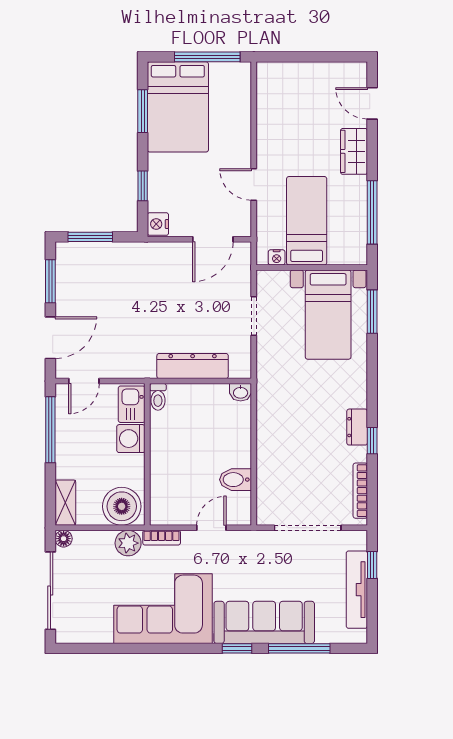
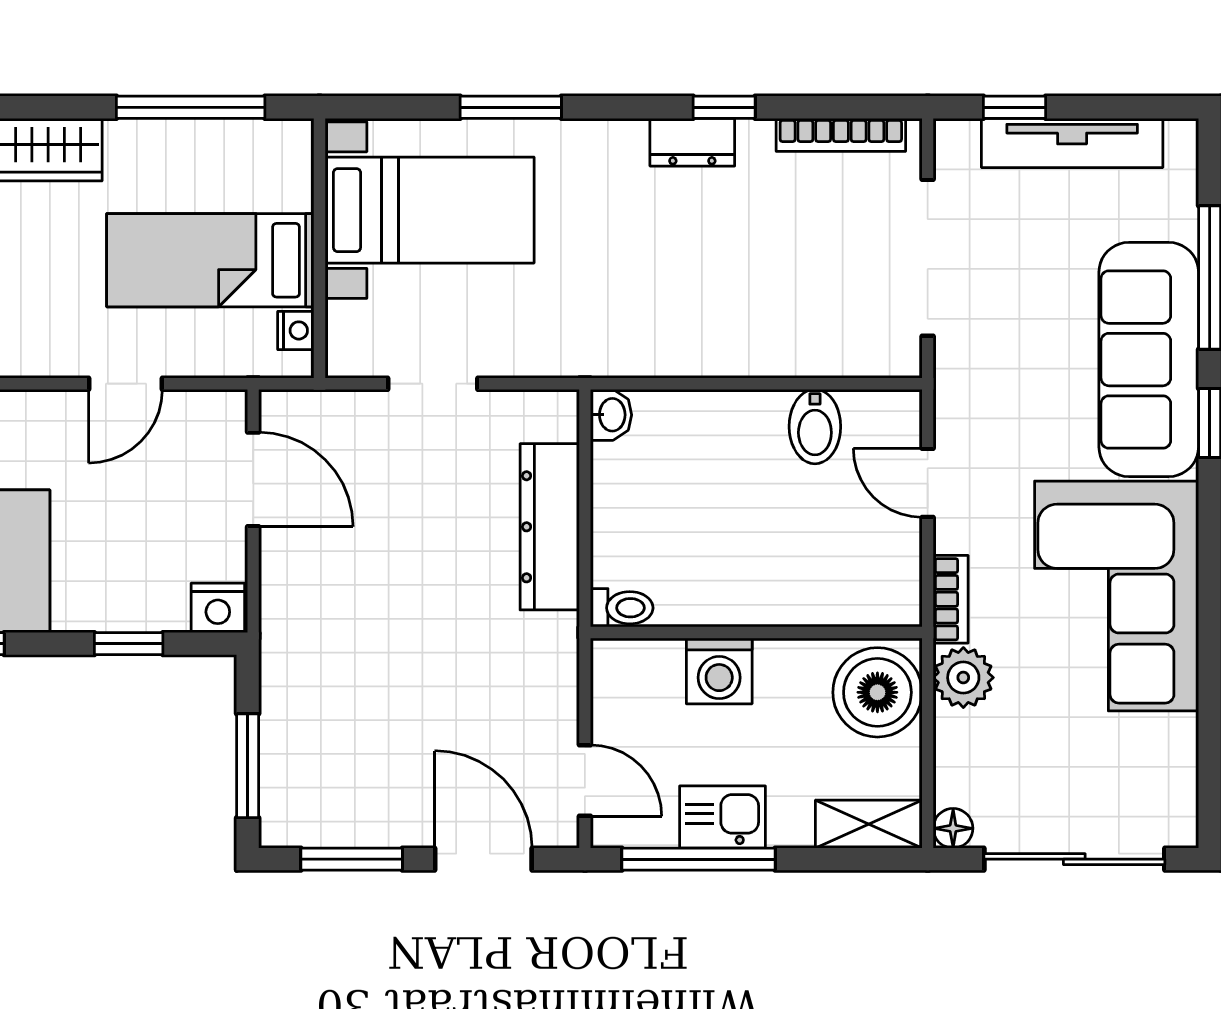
window: (372, 312) -> (511, 107), moved
kitchen sink: (132, 404) -> (723, 817), moved, turned 180

